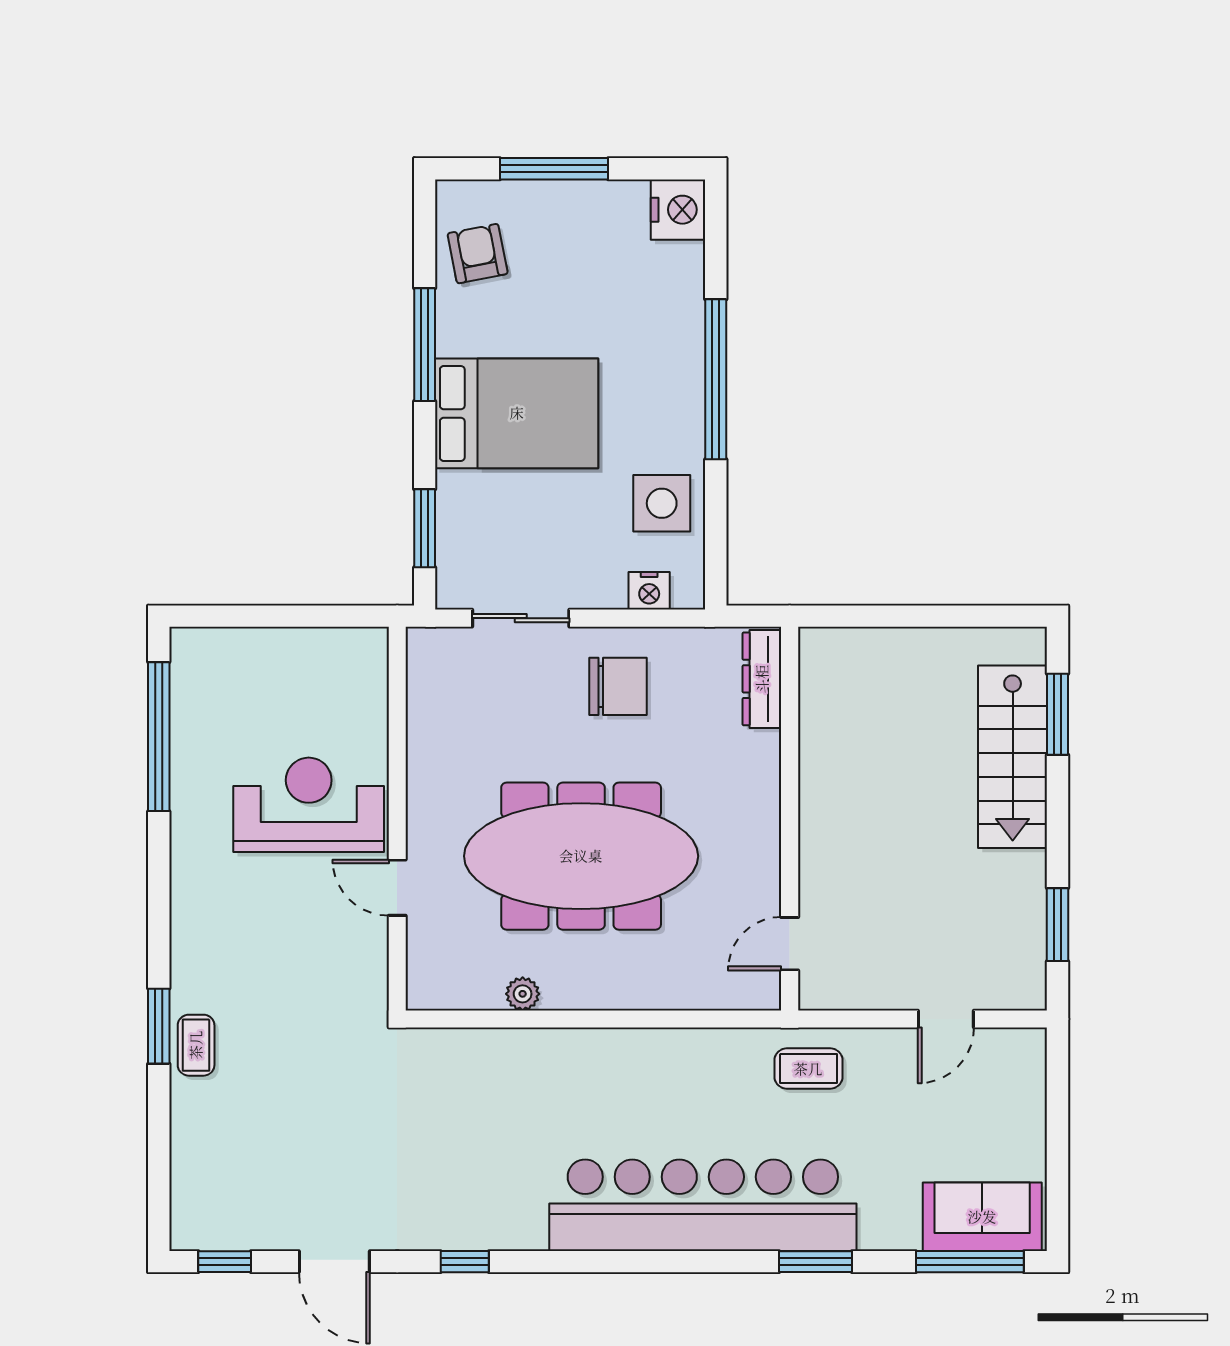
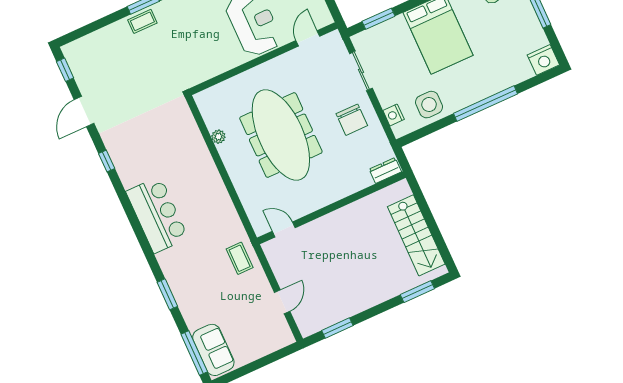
dresser: (762, 679) -> (385, 170), width x0.70
stairs: (1013, 757) -> (416, 235), moved, turned -90
door: (397, 888) -> (308, 38), moved
door: (946, 1019) -> (282, 302), swing flipped
bar counter: (703, 1205) -> (157, 215), width x0.54

